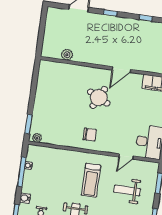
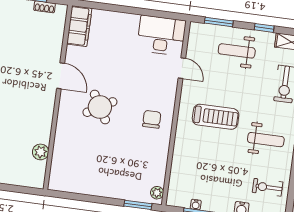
round table: (99, 98) -> (100, 107), turned 33
weight bench: (127, 190) -> (237, 51), moved, turned 90

